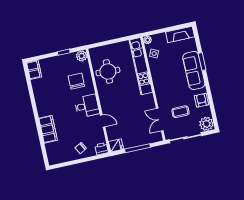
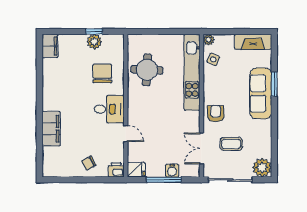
plant: (82, 56) -> (94, 42), moved
armchair: (201, 100) -> (216, 114), moved
water cooler: (142, 140) -> (172, 171), added

